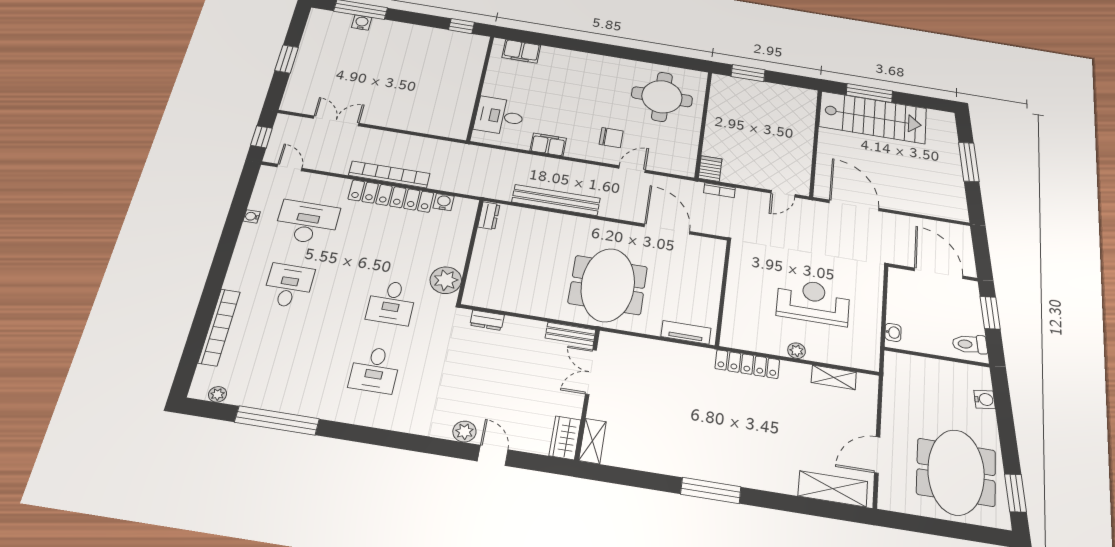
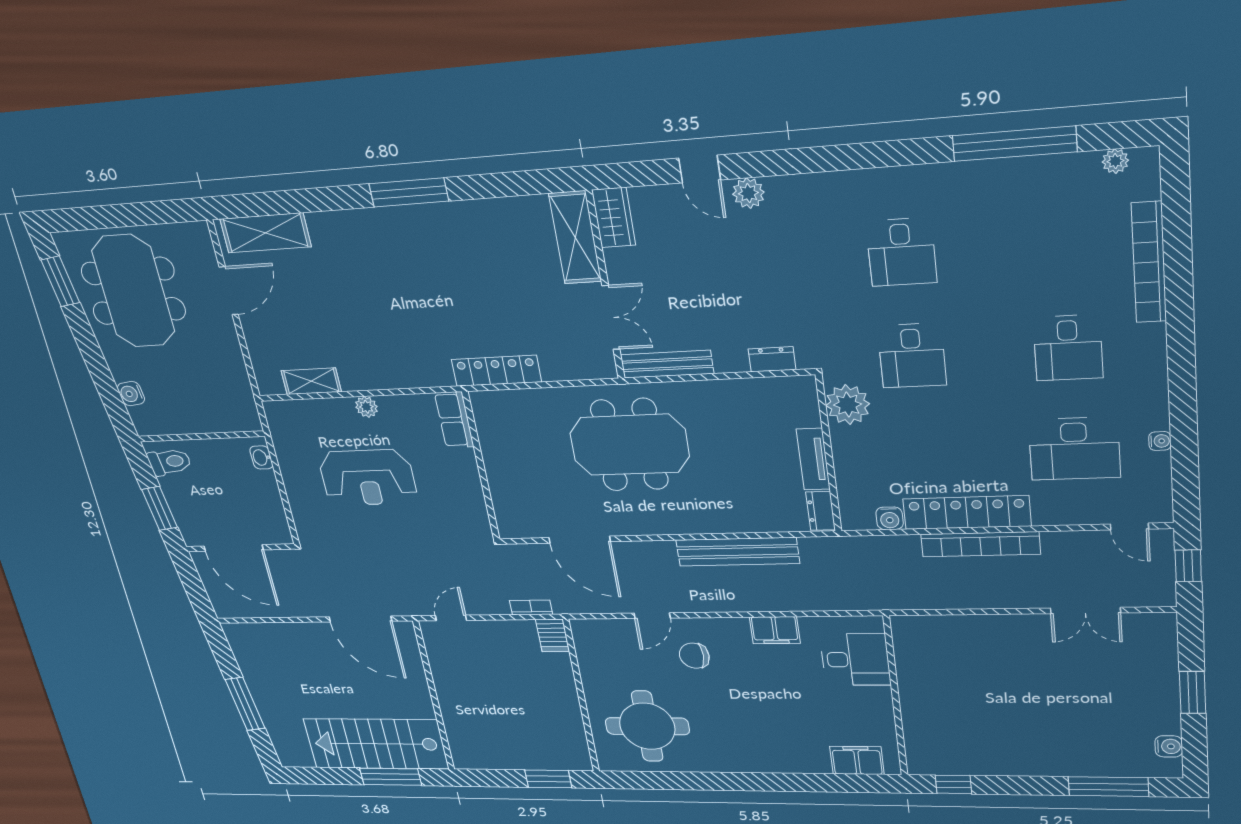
water cooler: (362, 23) -> (1169, 746), moved, turned -90
meeting table: (608, 285) -> (629, 445), turned 90
desk: (391, 302) -> (912, 356), turned 180
row of seats: (732, 328) -> (454, 420), added
tv unit: (686, 332) -> (813, 459), moved, turned 90
bench: (570, 334) -> (667, 364), width x1.36
locker: (747, 364) -> (496, 371), moved
desk: (375, 370) -> (901, 252), turned 180
shelving: (593, 441) -> (575, 238), width x1.50, depth x1.33

